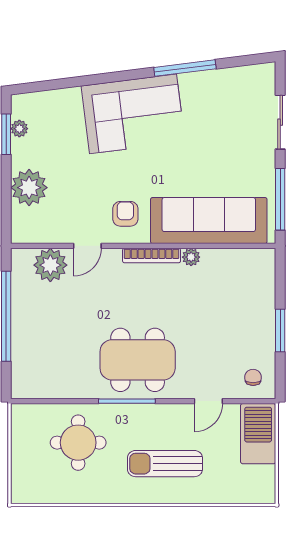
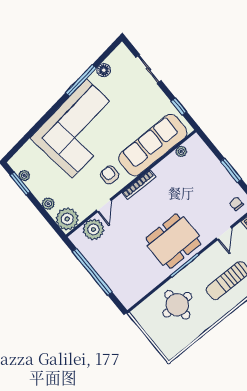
floor lamp: (224, 79) -> (104, 70), added
corner sofa: (133, 114) -> (79, 129), width x1.36, depth x1.36
plant: (29, 188) -> (48, 204), width x0.53, depth x0.53
window: (280, 199) -> (179, 107), width x0.46
plant: (29, 226) -> (67, 219), added
plant: (191, 257) -> (181, 151), moved

